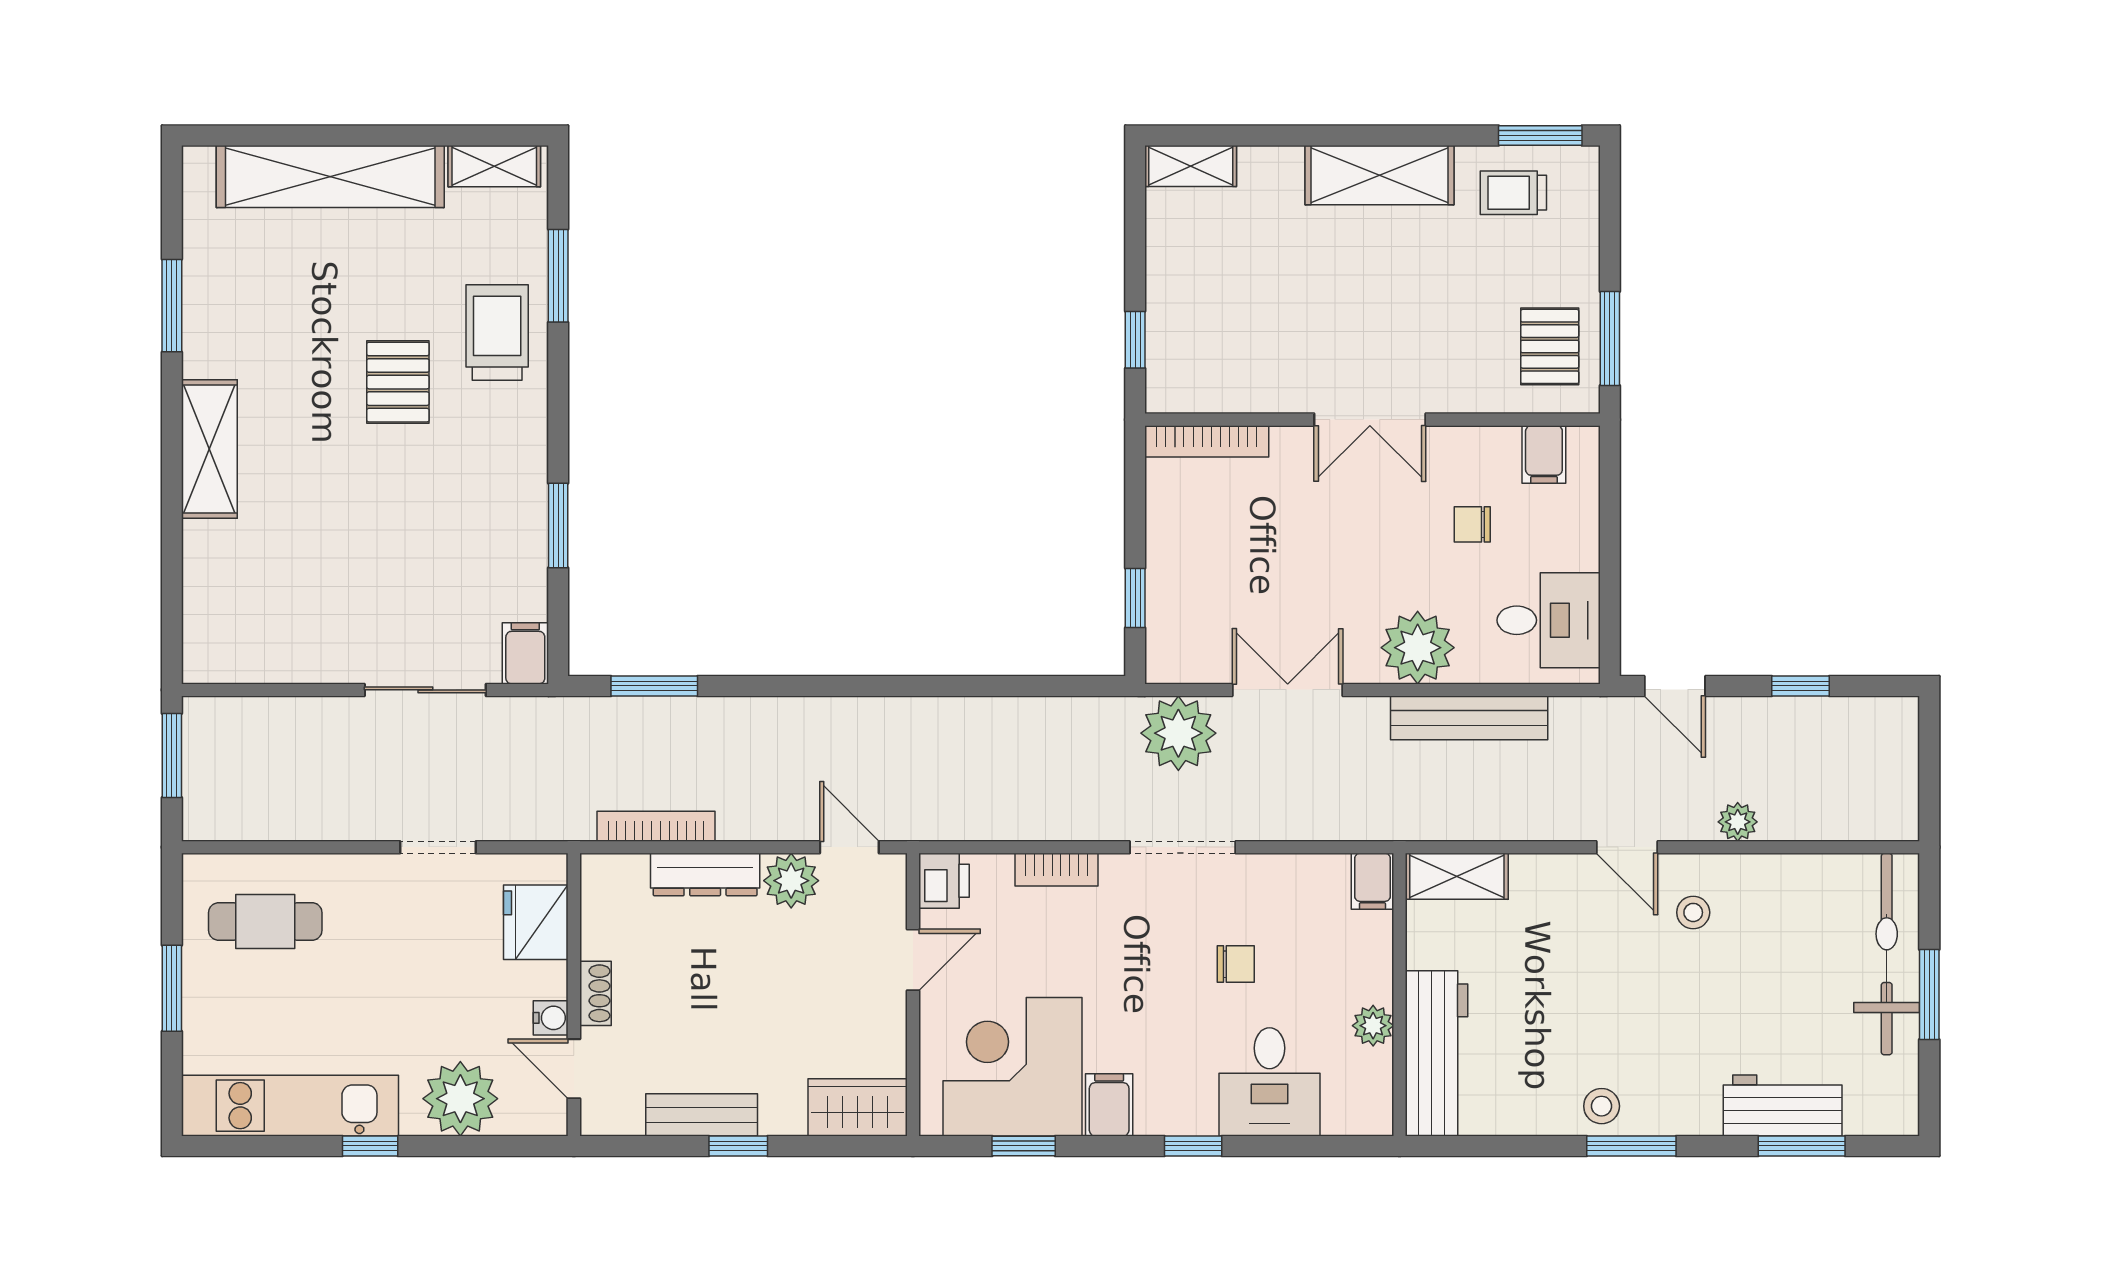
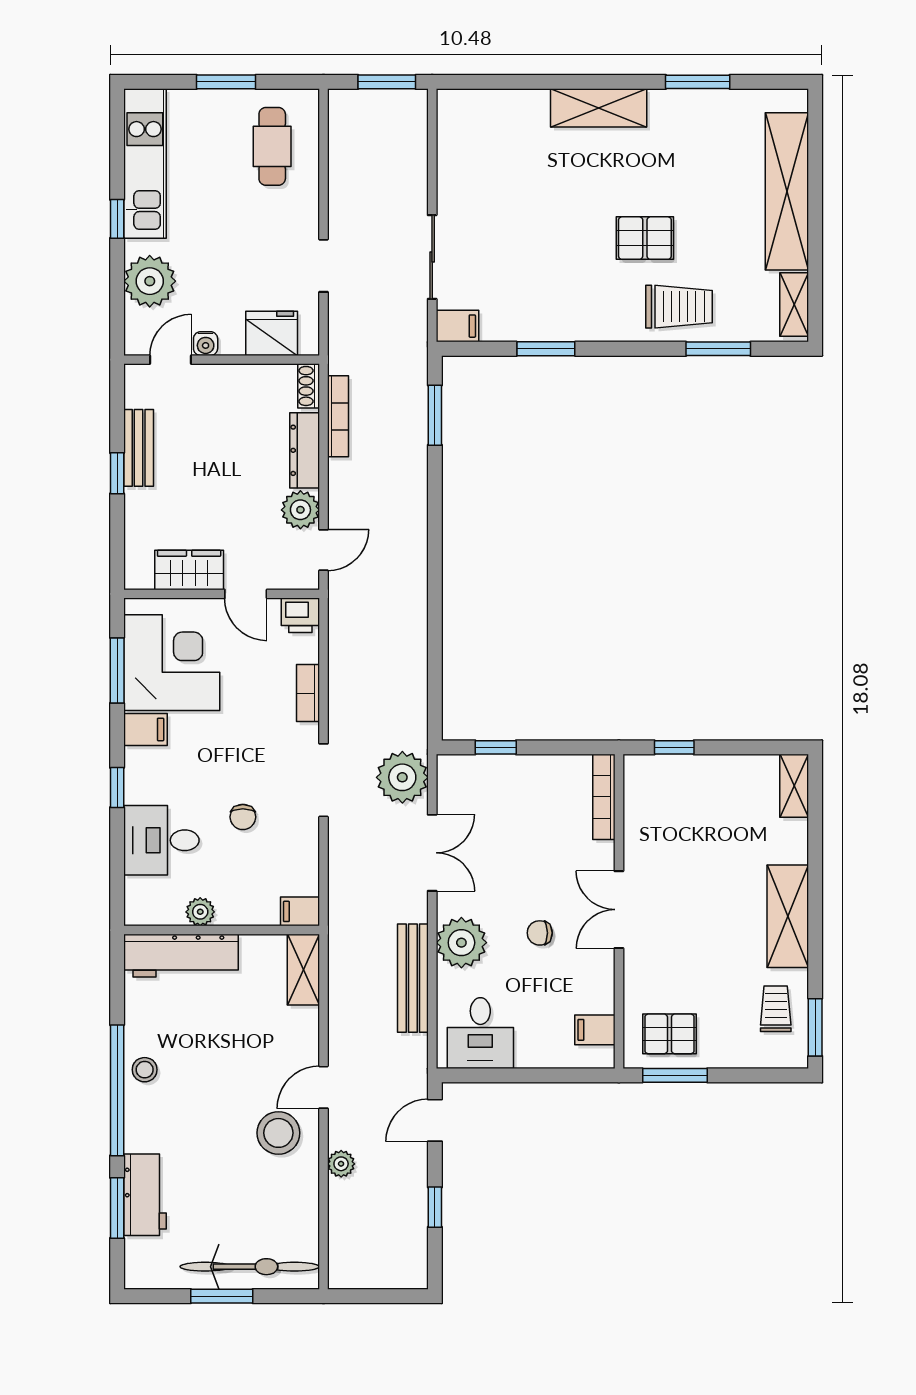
chair: (1472, 524) -> (540, 933), moved, turned -90
stool: (1693, 912) -> (278, 1133), width x1.89, depth x1.89
shoe rack: (595, 993) -> (309, 386), moved, turned 90
wardrobe: (858, 1107) -> (189, 570), moved, turned -90
window: (1024, 1146) -> (117, 670), width x1.50
window: (1631, 1146) -> (117, 1090), width x2.11

